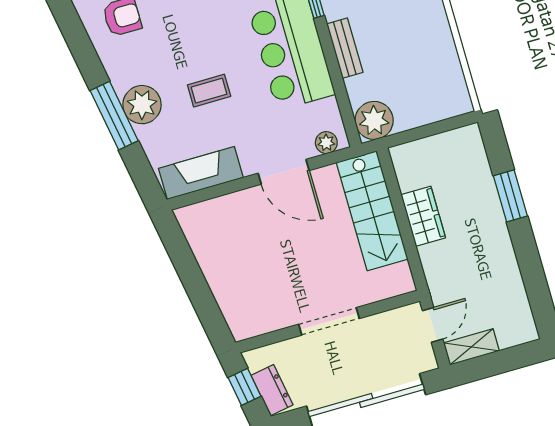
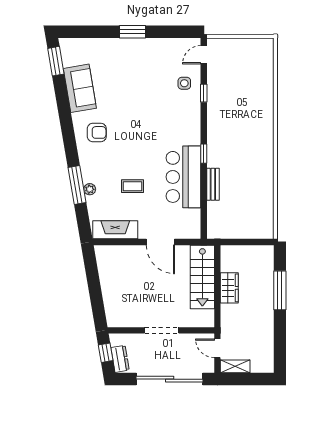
plant: (142, 105) -> (90, 189), width x0.53, depth x0.53
plant: (374, 120) -> (218, 228), removed
plant: (326, 143) -> (188, 233), removed
window: (510, 196) -> (280, 290), width x1.44
door: (433, 325) -> (217, 348), swing flipped

